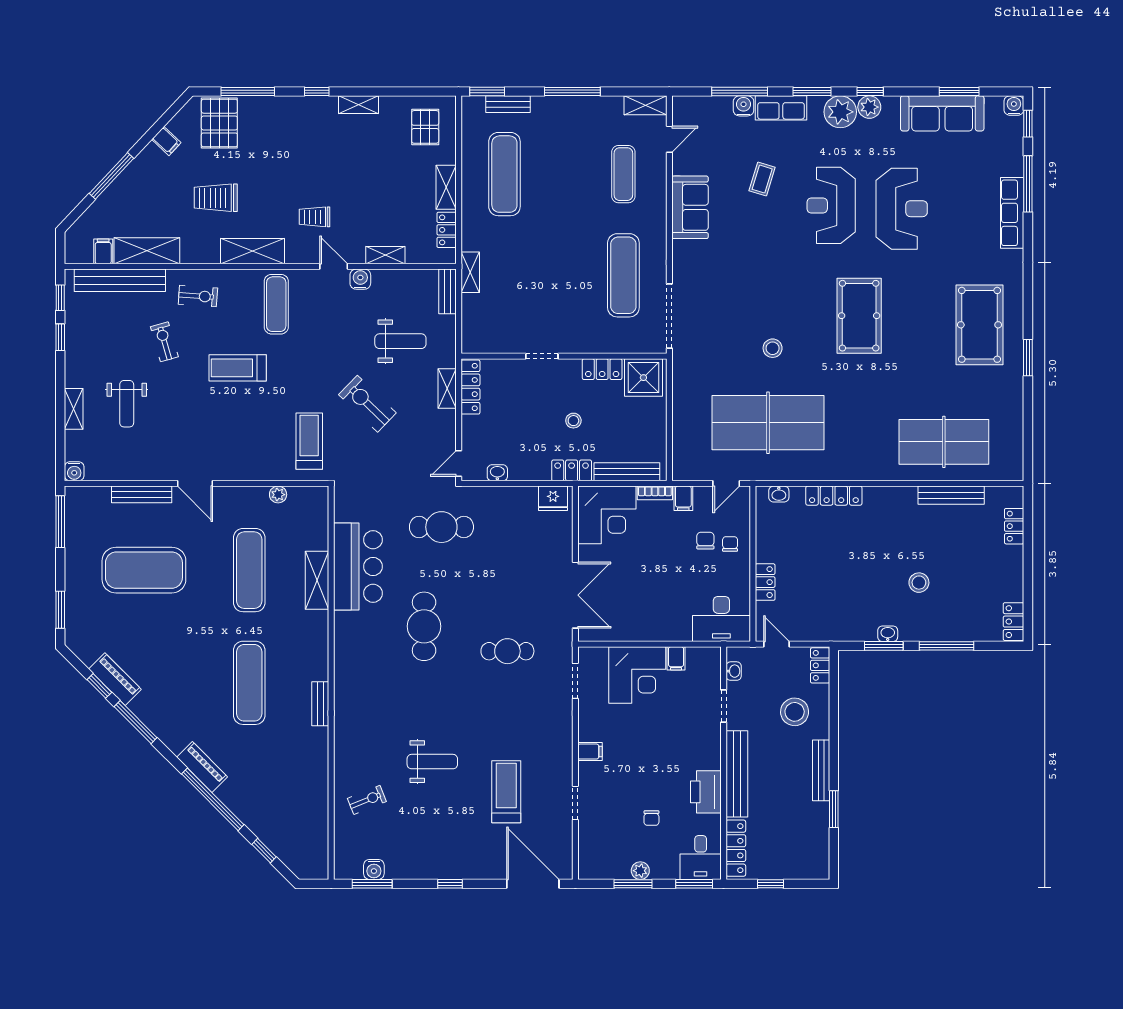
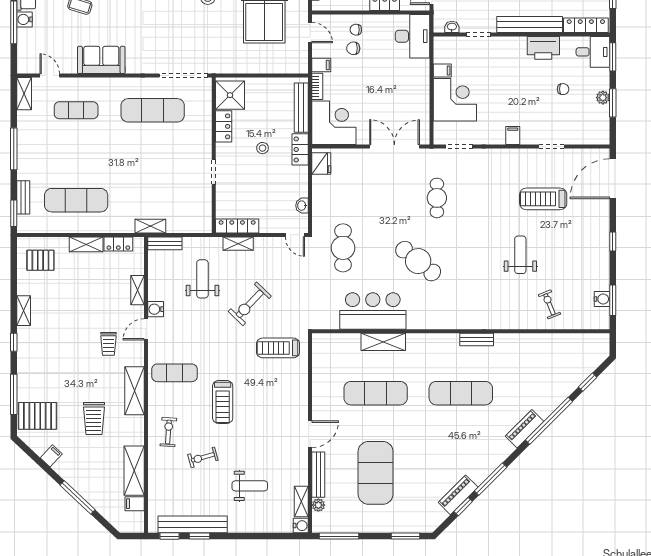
bench: (120, 280) -> (193, 524), moved, turned 90
shelving: (74, 409) -> (301, 502), moved, turned 90
plant: (278, 495) -> (318, 505), moved
cafe table: (424, 626) -> (418, 261), turned 39

